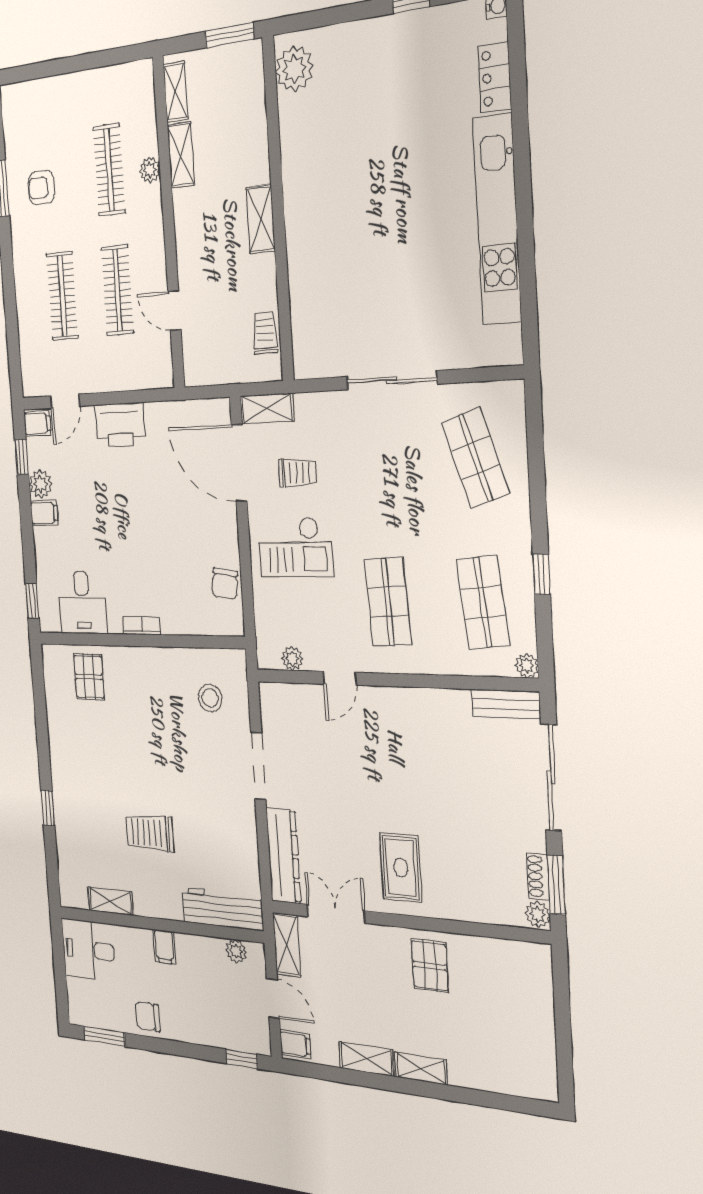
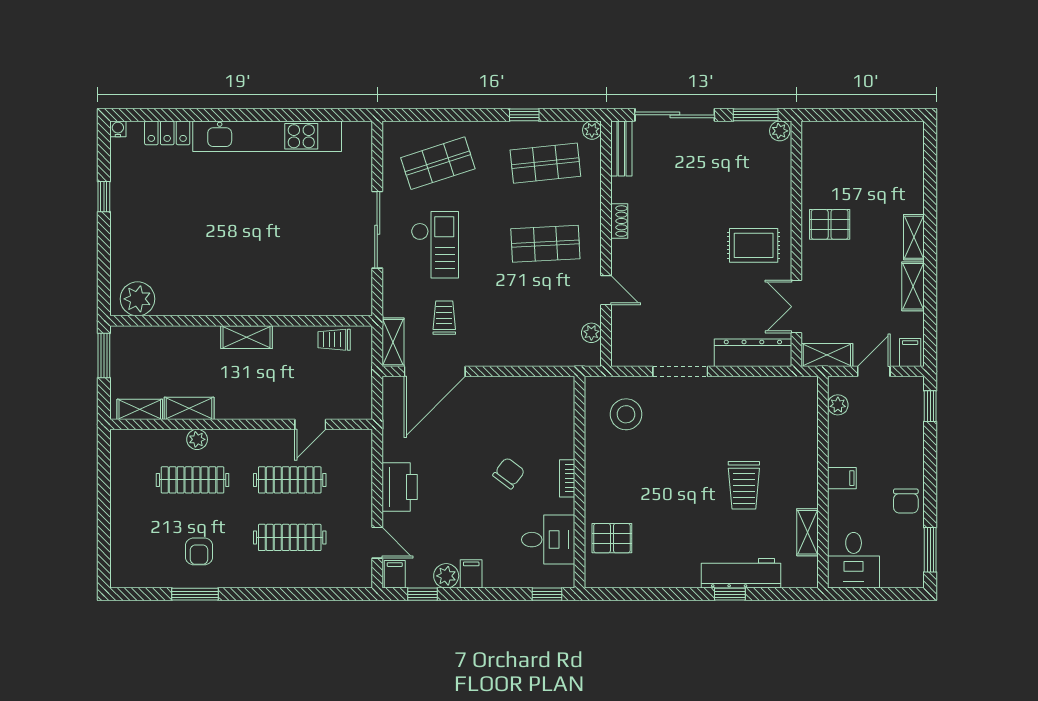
checkout: (295, 547) -> (435, 245), moved
chair: (225, 584) -> (509, 473), moved, turned -61
stool: (210, 698) -> (626, 414), width x1.38, depth x1.38
shoe rack: (538, 876) -> (619, 221), moved, turned -90
workbench: (222, 909) -> (741, 573), moved, turned 90

